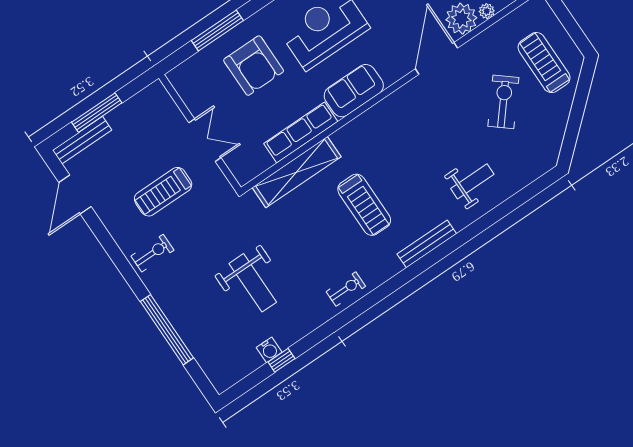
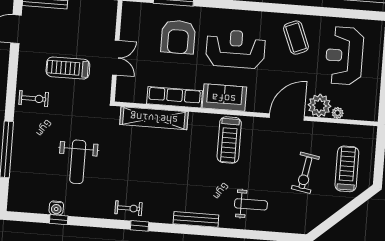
exercise bike: (503, 102) -> (305, 173), turned 150
treadmill: (364, 205) -> (229, 140), moved
window: (372, 298) -> (140, 226), added

